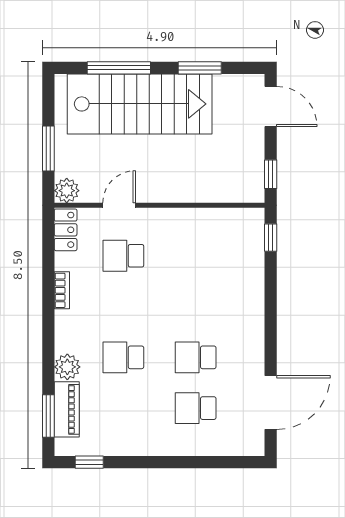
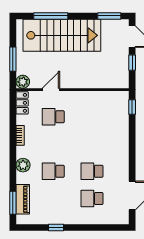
window: (200, 68) -> (109, 16), moved
window: (271, 174) -> (132, 63), moved
plant: (67, 367) -> (23, 165), moved
window: (89, 462) -> (56, 228), moved

